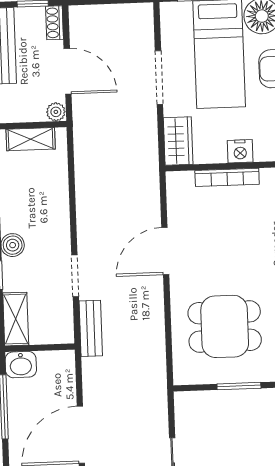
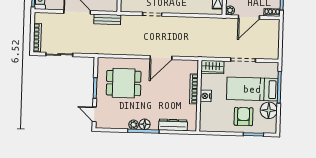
door: (165, 251) -> (161, 58), swing flipped
dining table: (225, 326) -> (124, 83), turned 90
bench: (91, 328) -> (107, 19), moved

